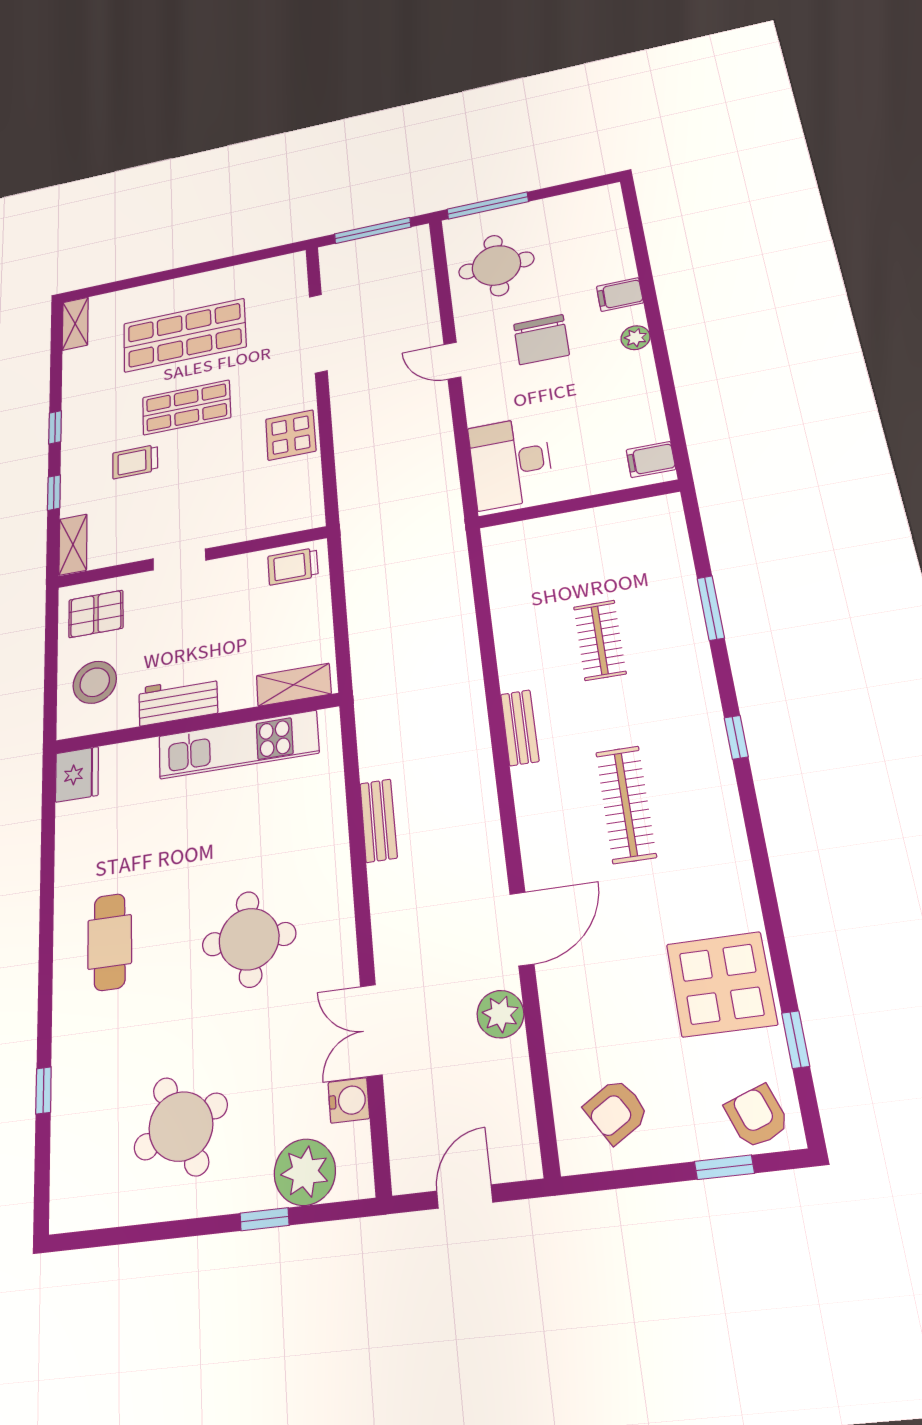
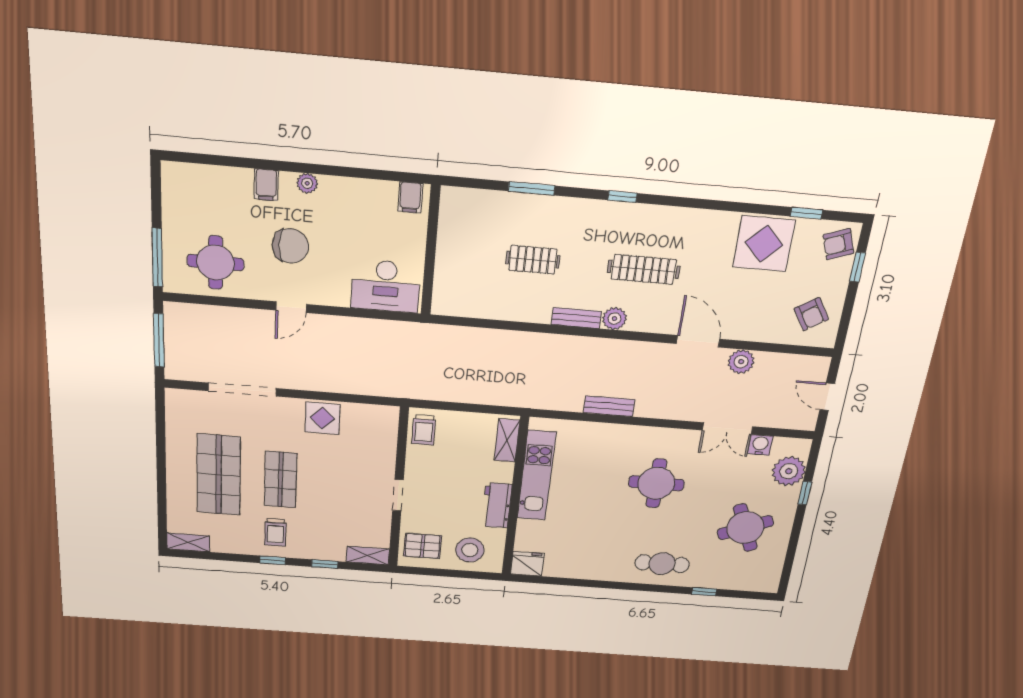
trolley: (135, 462) -> (275, 532), moved
pallet: (96, 614) -> (423, 546), turned 90
plant: (532, 784) -> (614, 319), added
cafe table: (110, 942) -> (662, 564), moved

